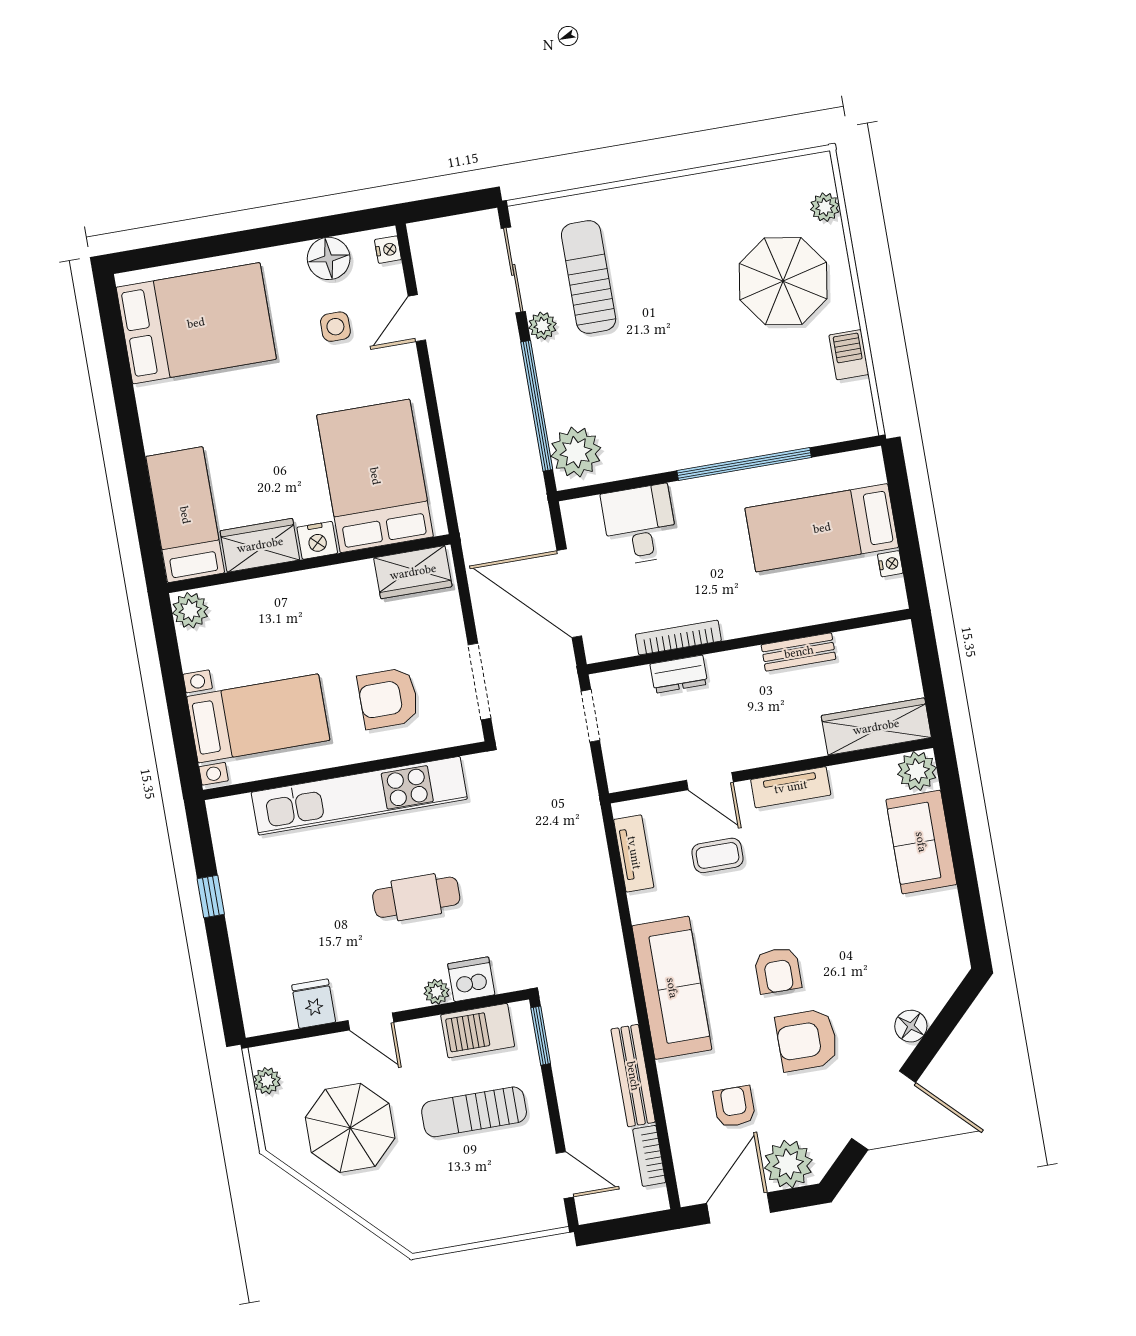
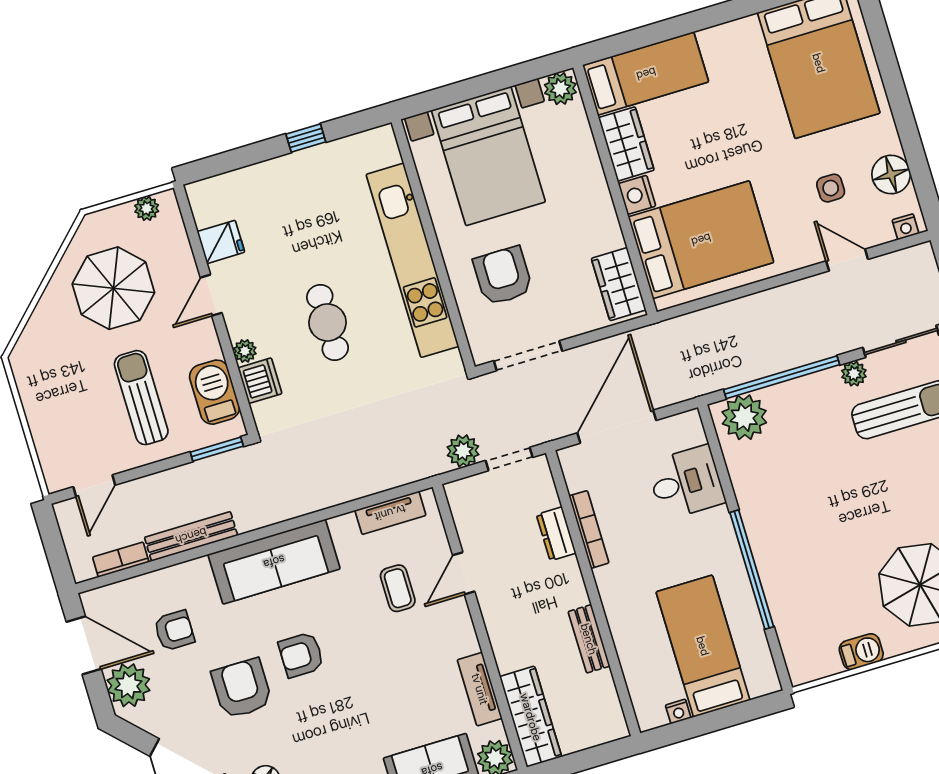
bed with nightstands: (258, 718) -> (488, 156), width x1.36
plant: (575, 765) -> (463, 451), added
tv unit: (791, 787) -> (480, 689), moved

